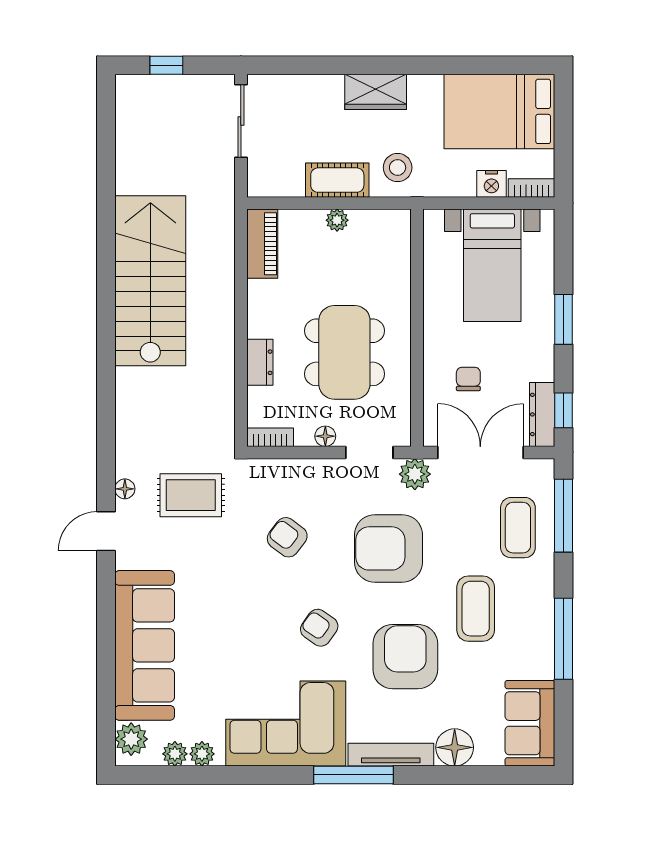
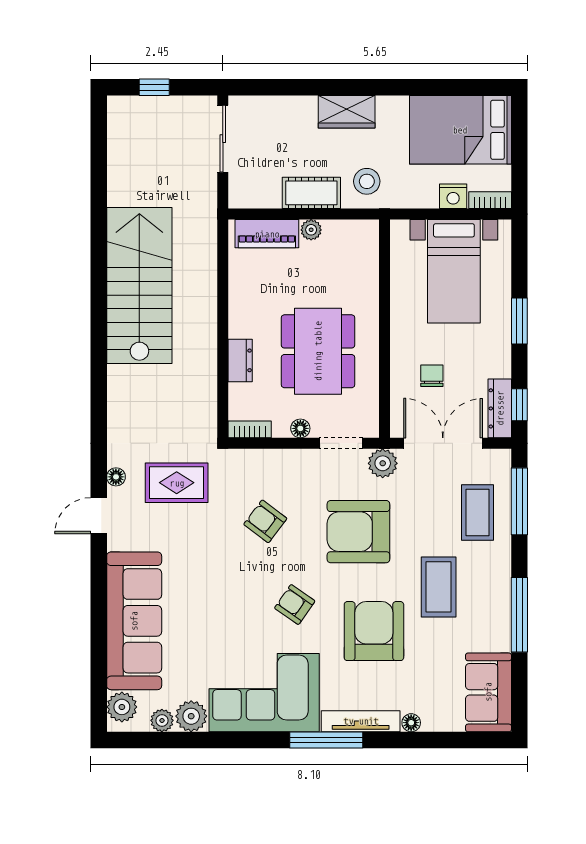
piano: (262, 244) -> (267, 234), moved, turned 90
floor lamp: (455, 747) -> (411, 723), width x0.53, depth x0.53
plant: (202, 754) -> (191, 716), width x1.38, depth x1.38

